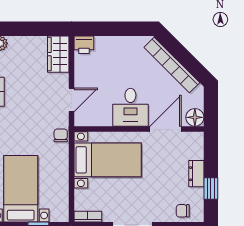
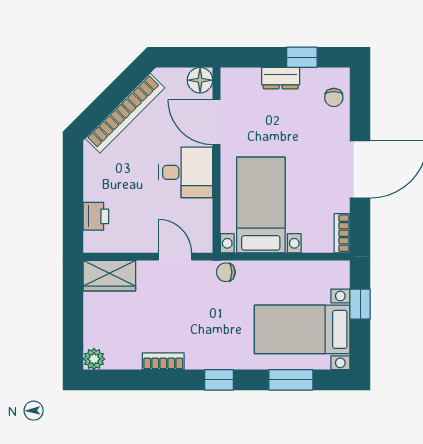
printer: (84, 45) -> (96, 216), moved

